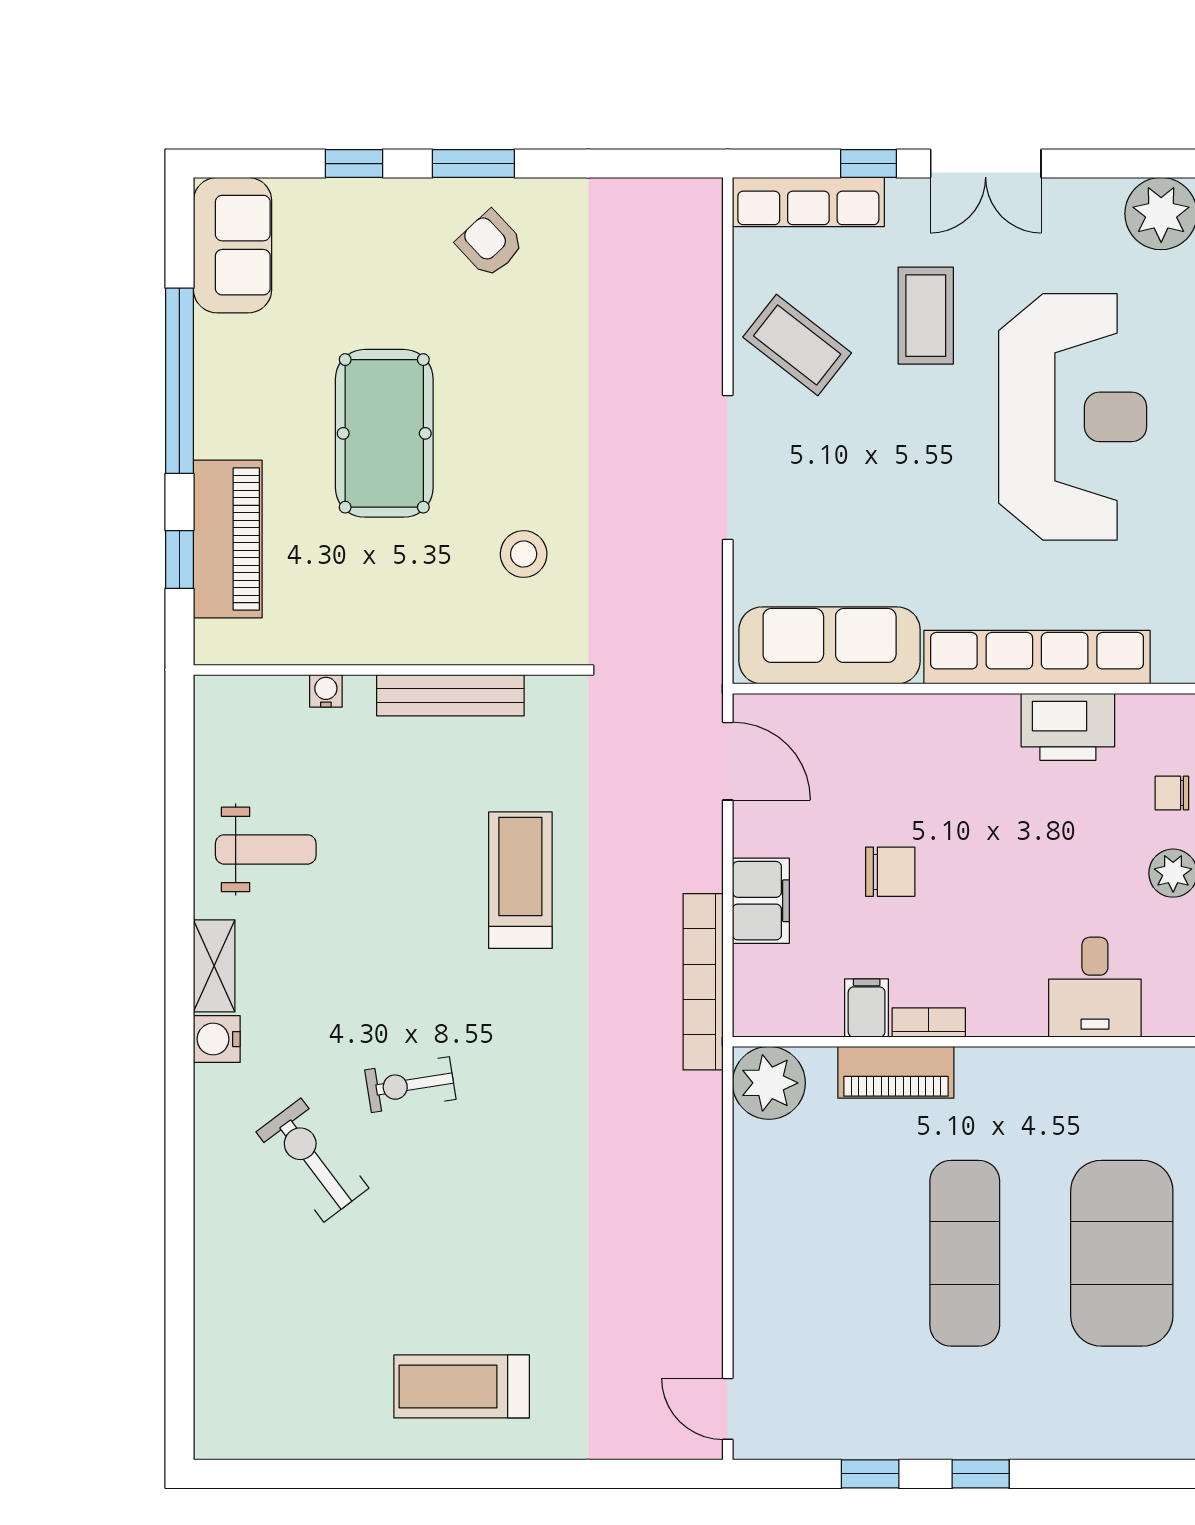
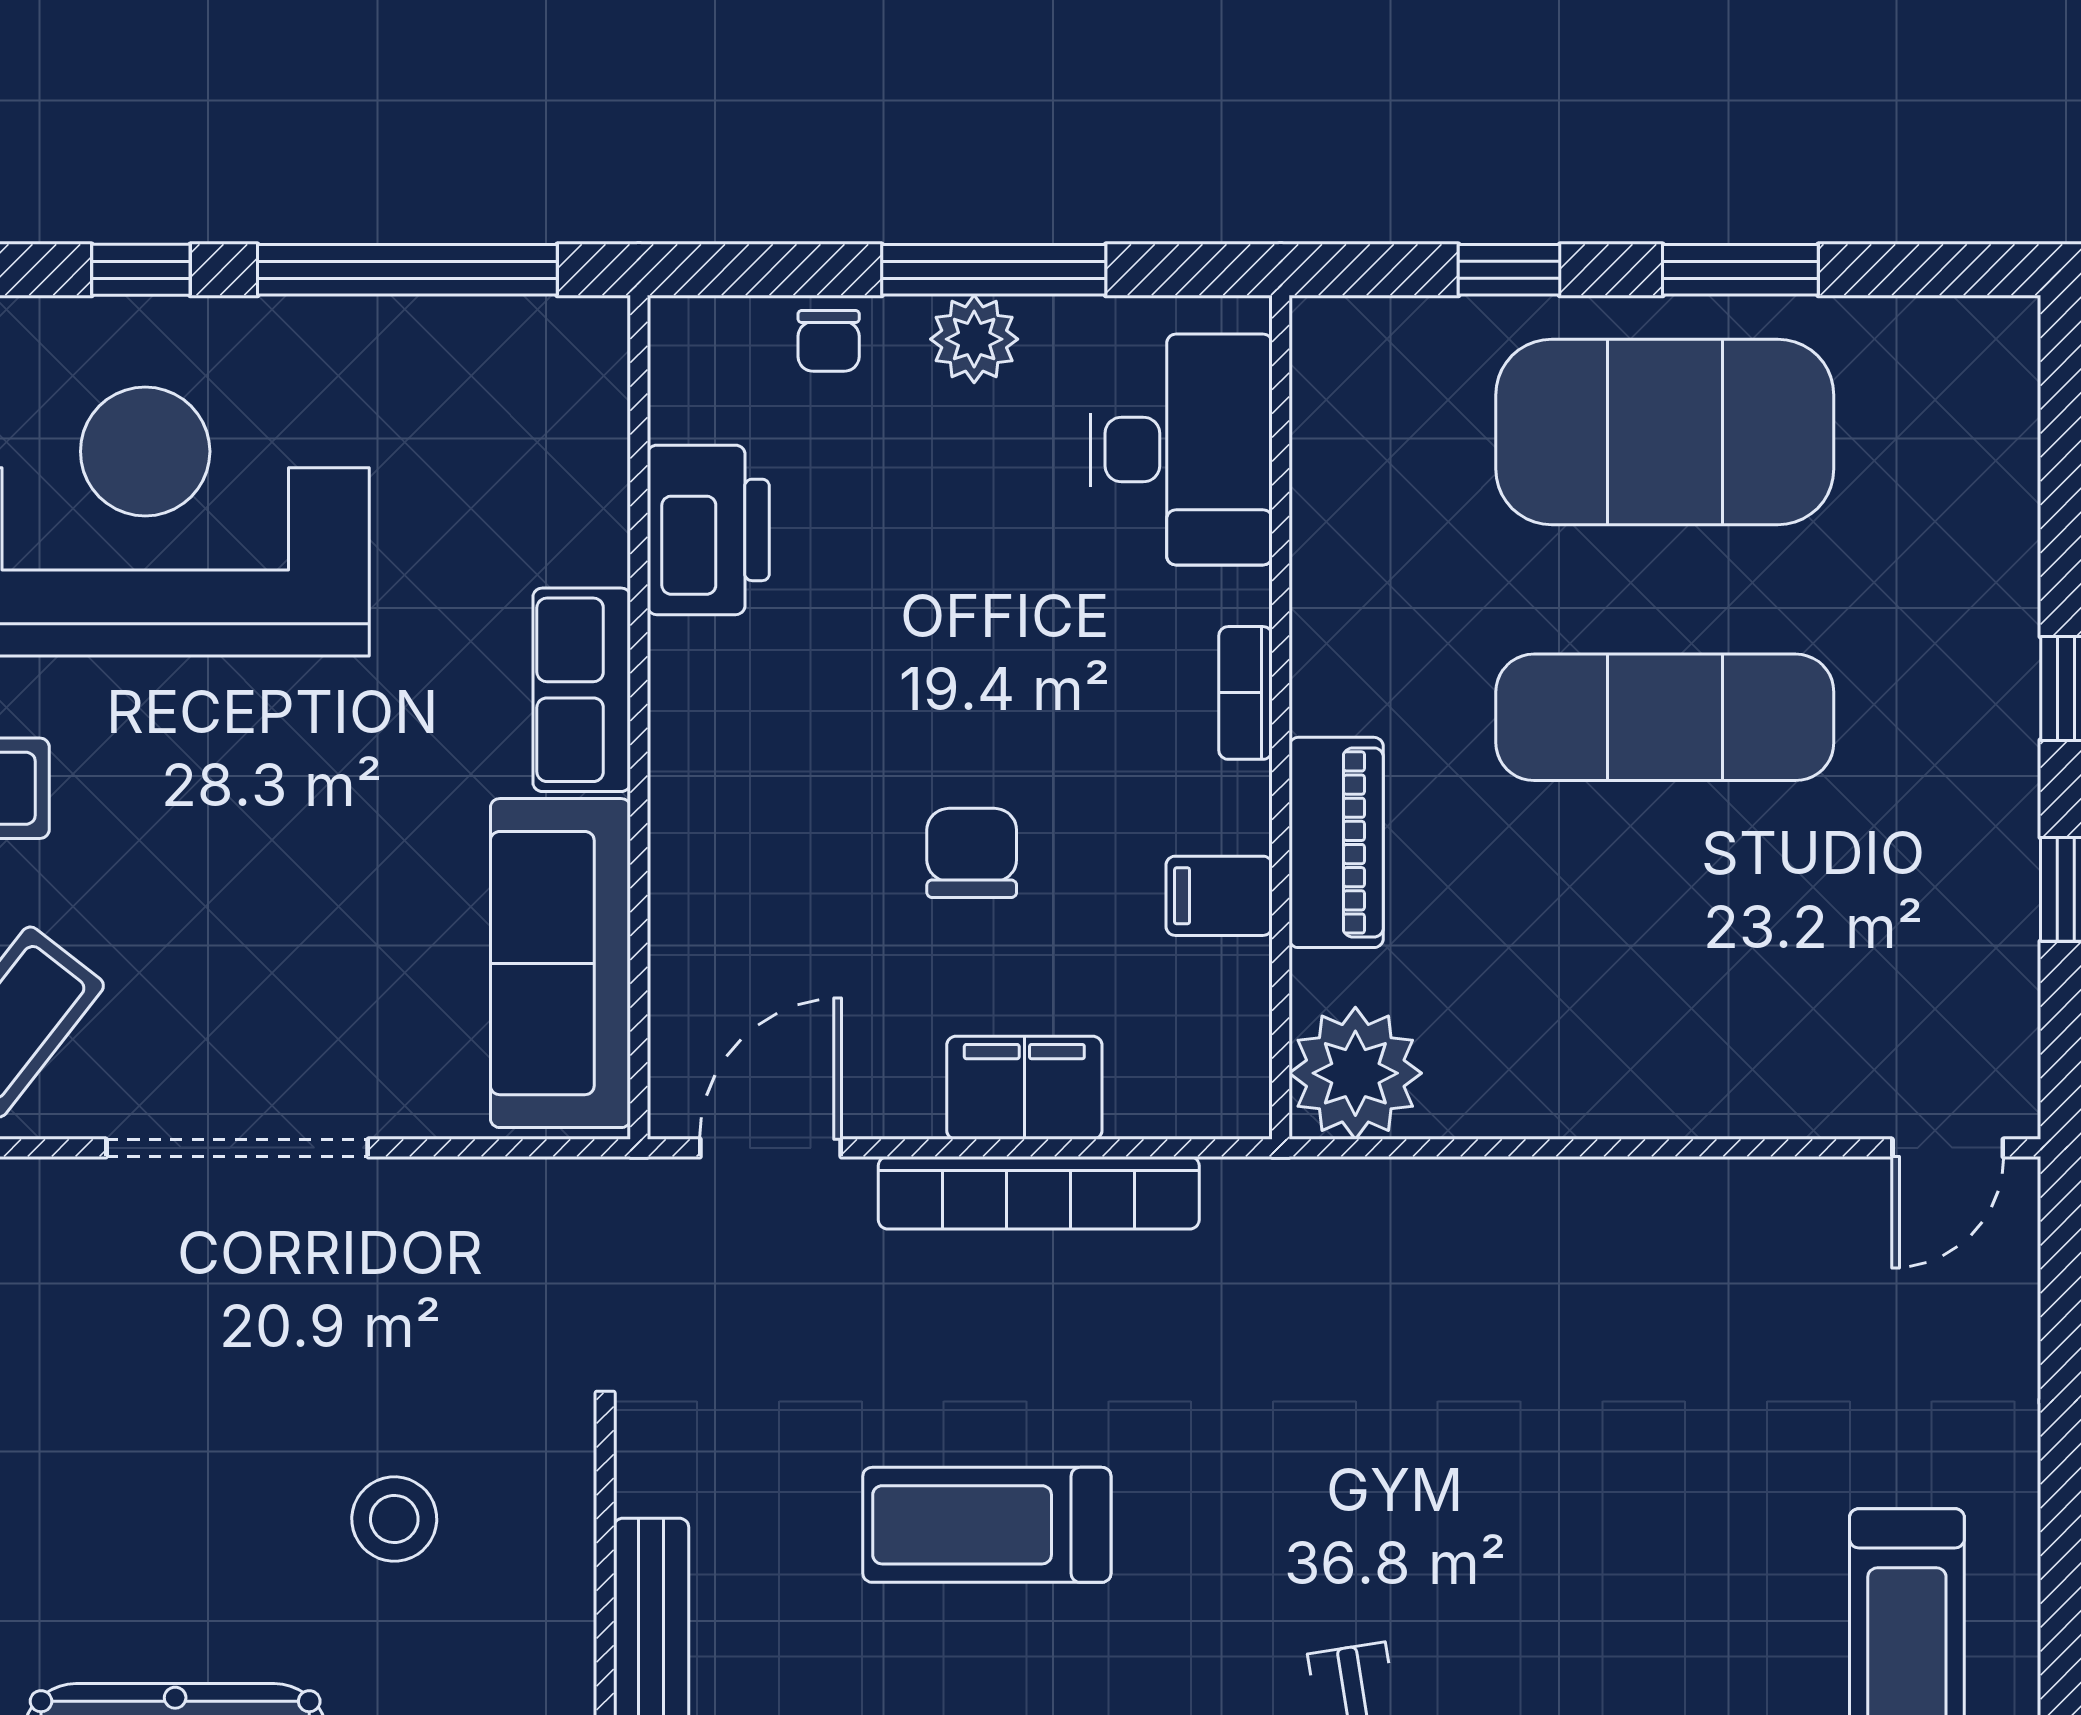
row of seats: (1037, 657) -> (582, 690), width x0.50
bookcase: (703, 982) -> (1039, 1193), moved
desk: (1095, 987) -> (1181, 450), width x1.37
bookcase: (929, 1022) -> (1246, 693), moved

